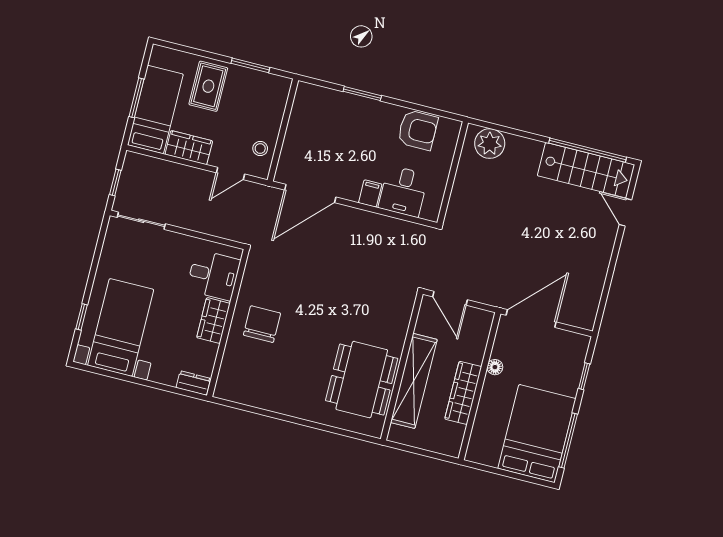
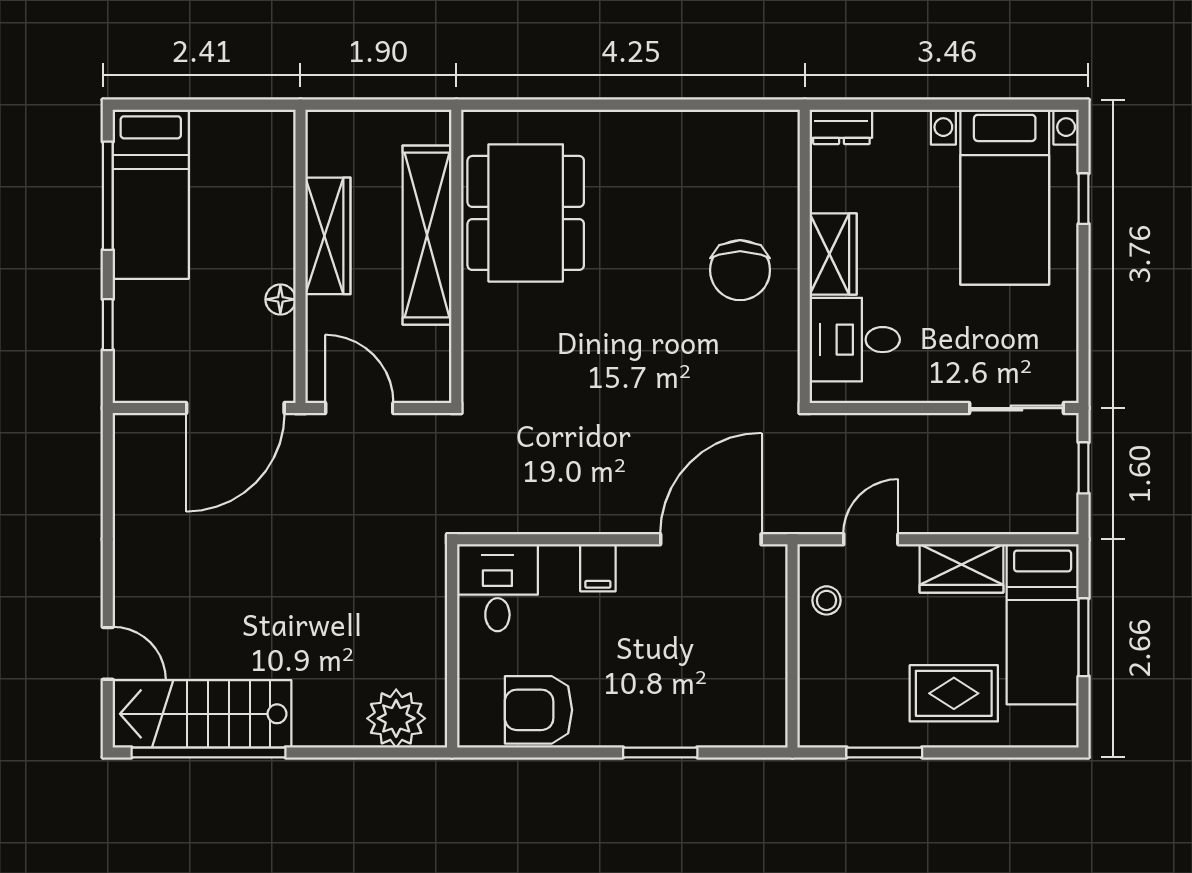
rug: (208, 86) -> (954, 693), turned 90
desk: (403, 191) -> (497, 588), moved
door: (450, 298) -> (359, 408), moved
bed: (537, 434) -> (151, 194), width x0.67

